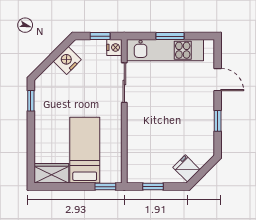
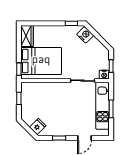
nightstand: (67, 60) -> (85, 35), moved
bed: (85, 150) -> (41, 61), width x1.50
fridge: (186, 168) -> (38, 127), moved

